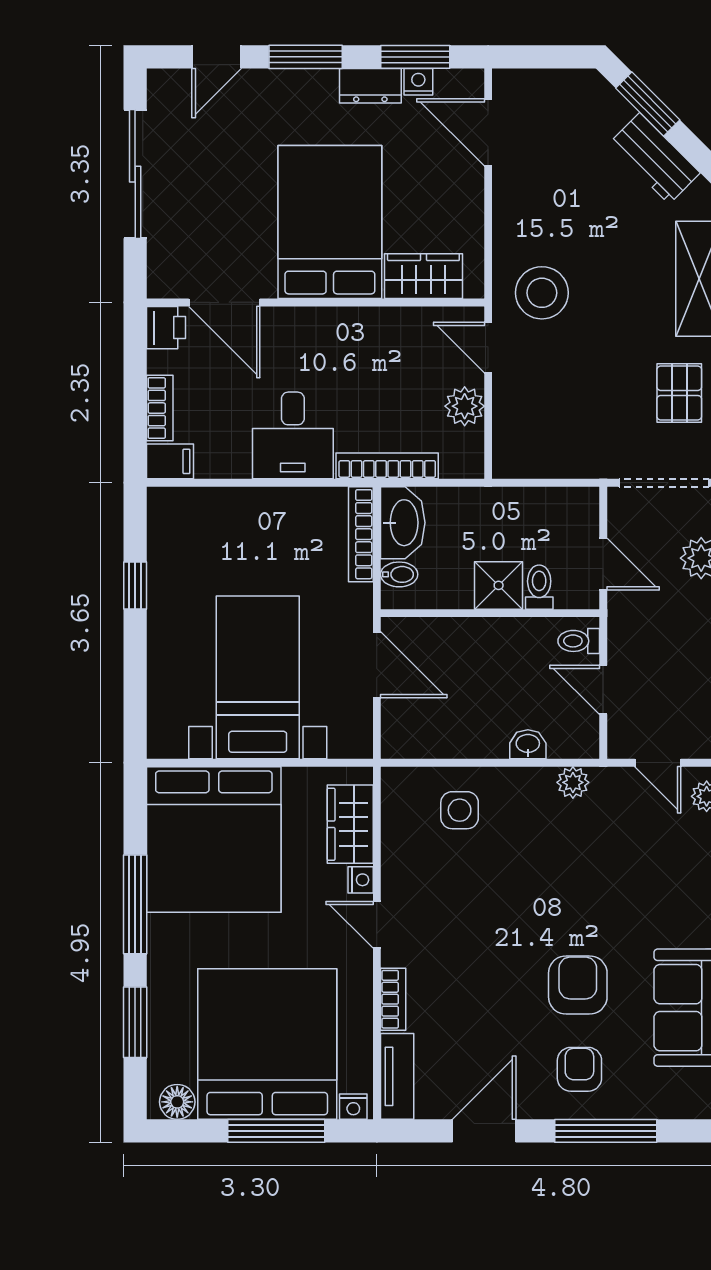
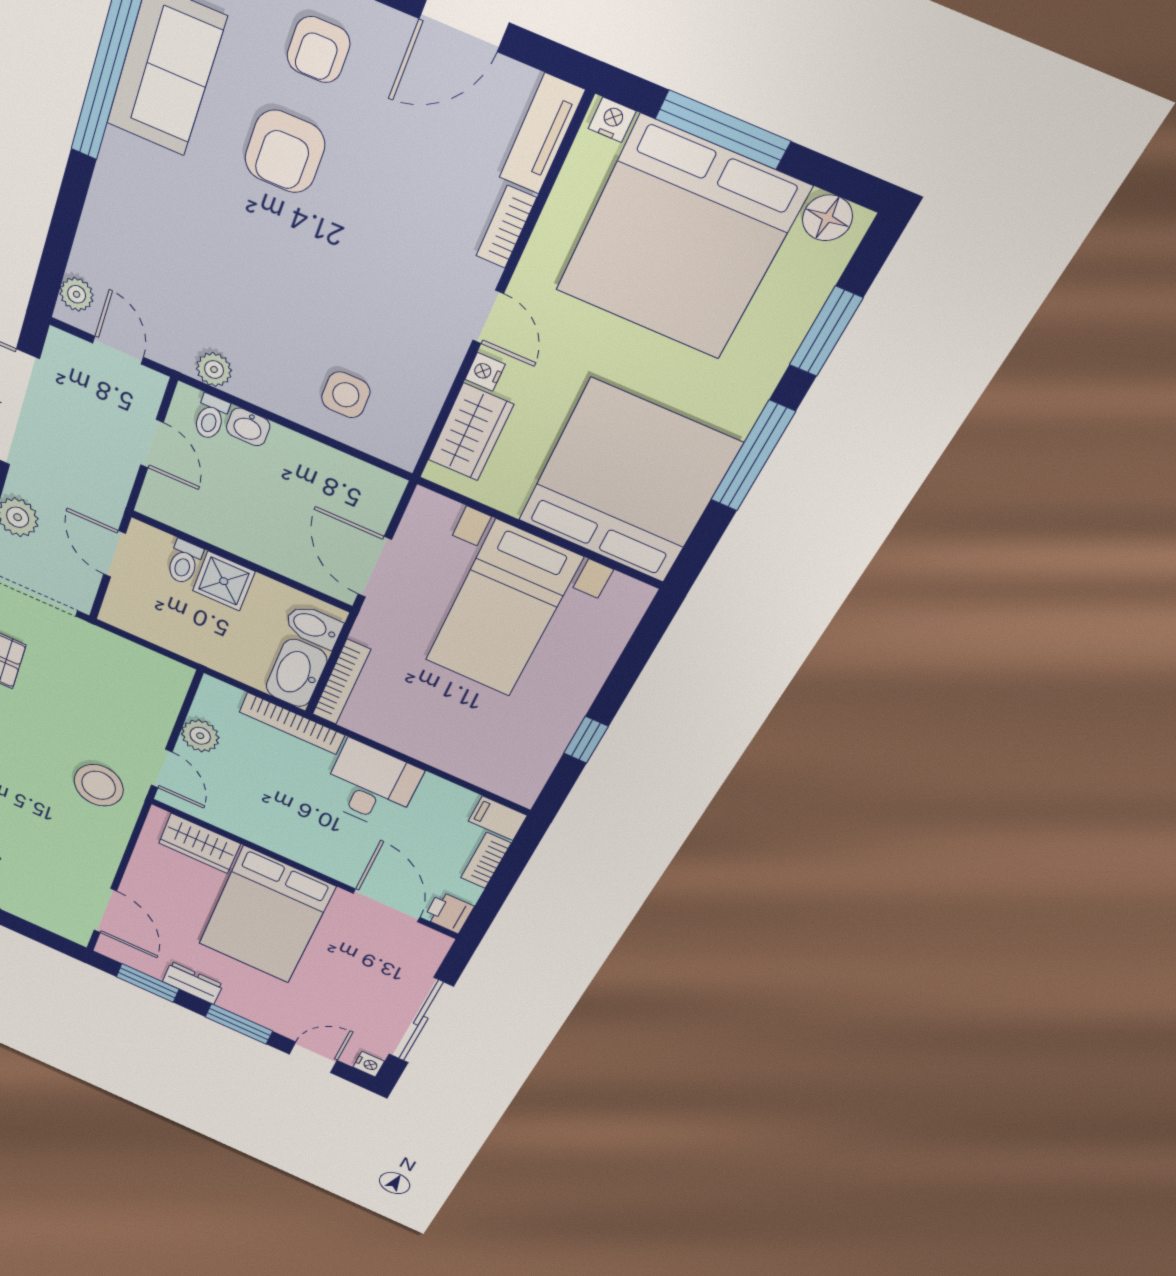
nightstand: (418, 82) -> (369, 1064), moved, turned -90
bidet: (399, 574) -> (313, 626), width x1.38, depth x1.36
toilet: (579, 641) -> (211, 417), moved, turned 90

